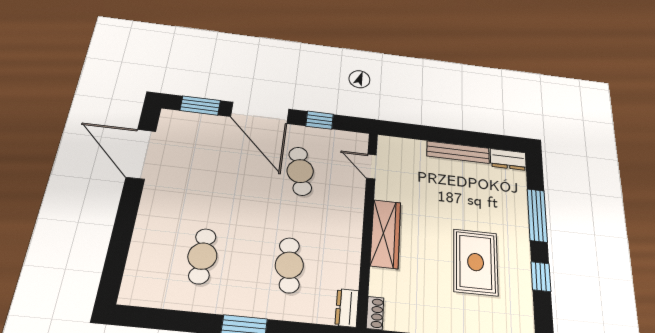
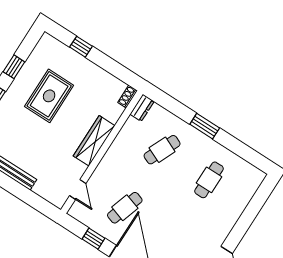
cafe table: (300, 171) -> (125, 208), turned 30
cafe table: (289, 265) -> (162, 150), turned 30

